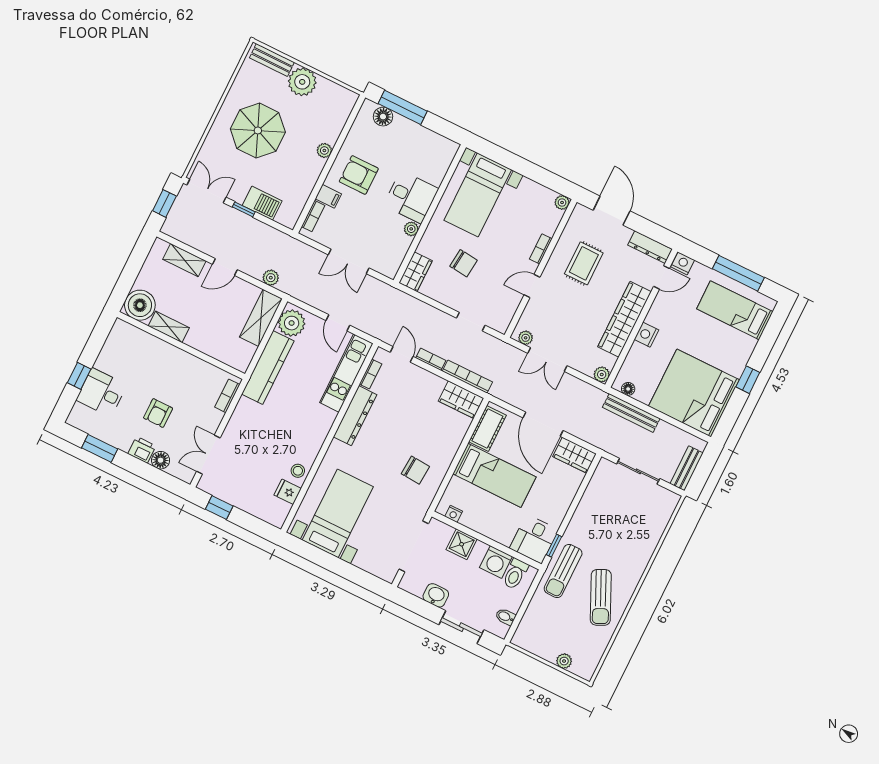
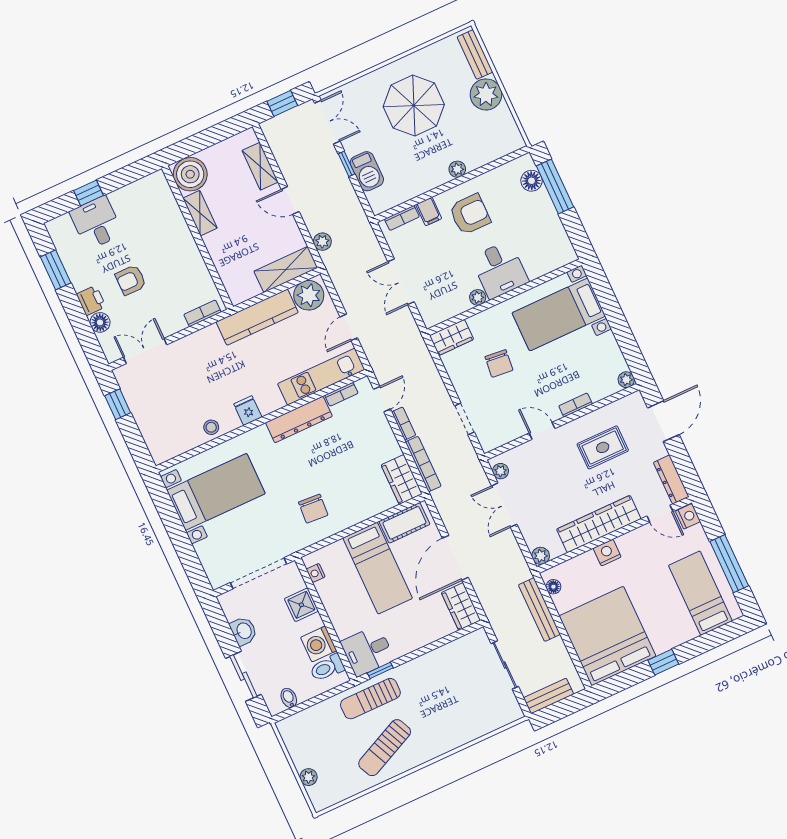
armchair: (359, 175) -> (470, 214), turned 90
fridge: (288, 492) -> (248, 411), moved

